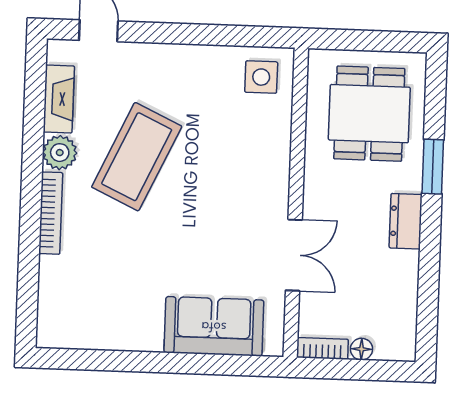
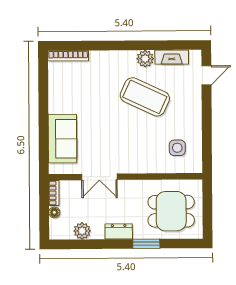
side table: (261, 77) -> (177, 148), moved
bookcase: (51, 213) -> (68, 56), moved
plant: (401, 295) -> (82, 231), added

